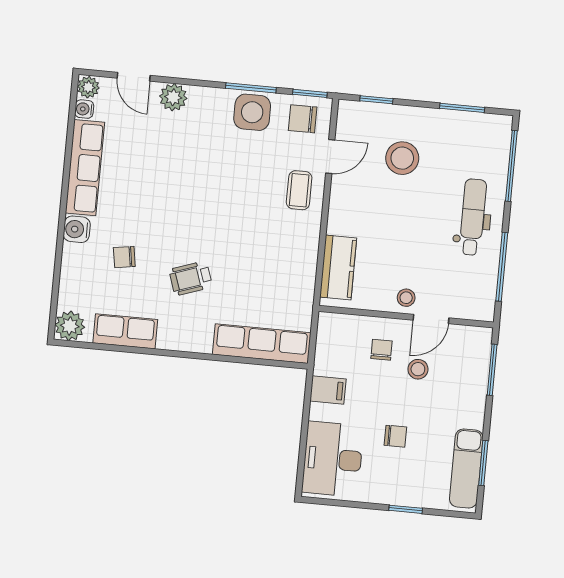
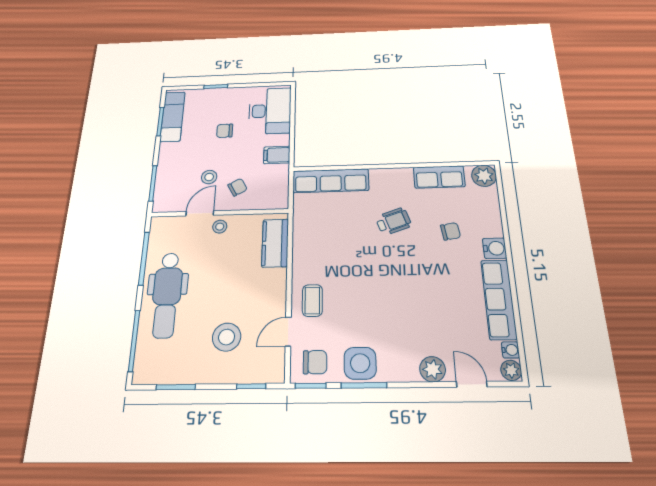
dental chair: (473, 217) -> (167, 295), width x1.36, depth x1.38
chair: (381, 350) -> (238, 187), turned -119

